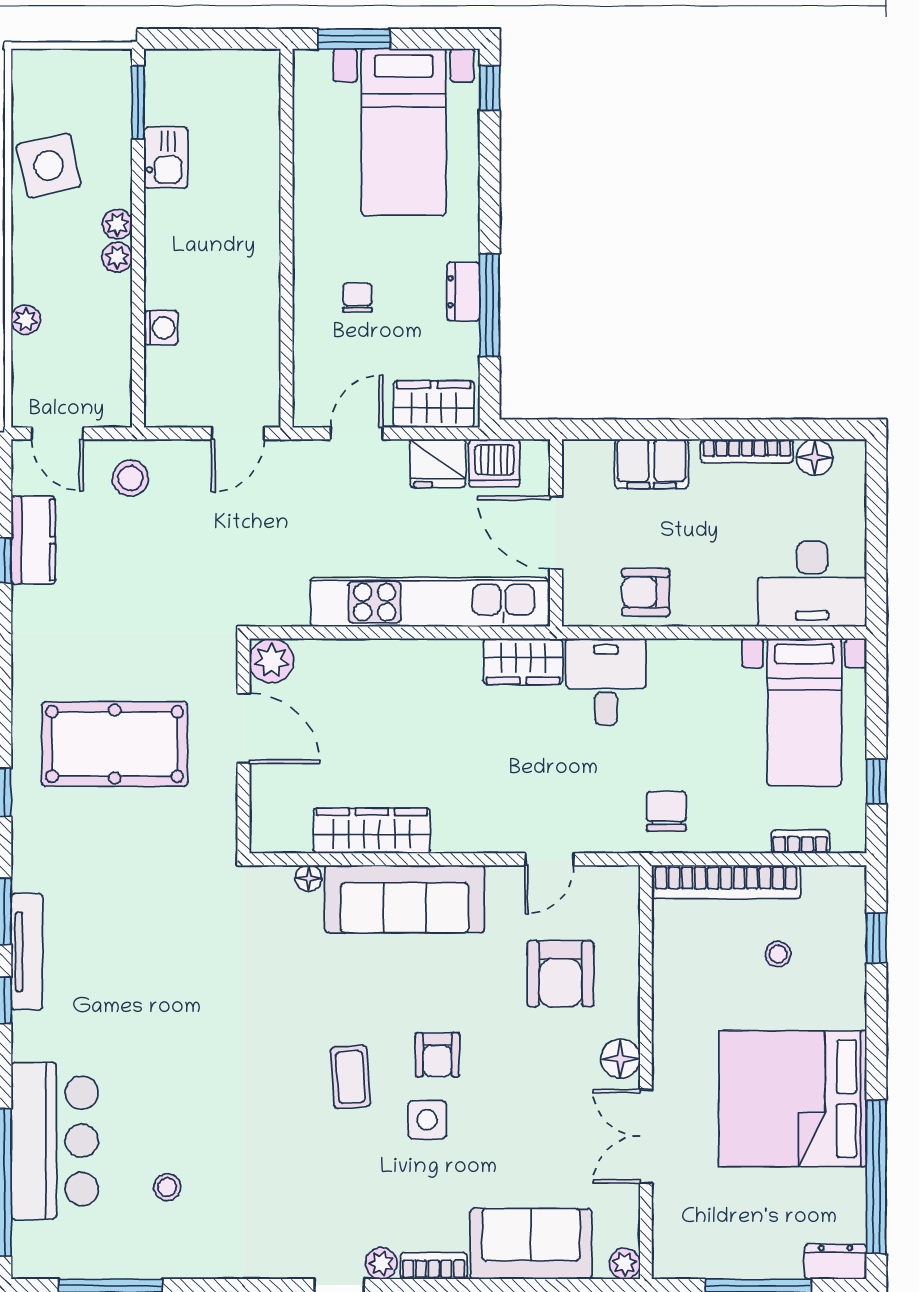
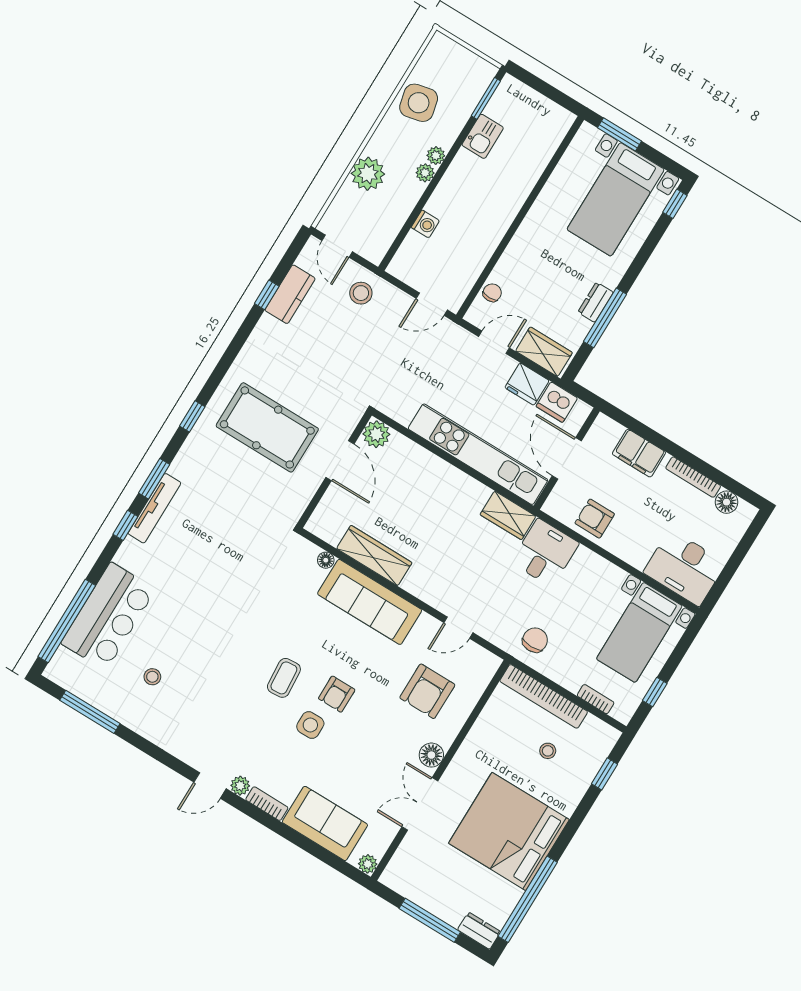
chair: (357, 298) -> (492, 293), moved
plant: (26, 320) -> (368, 174), width x1.88, depth x1.88

